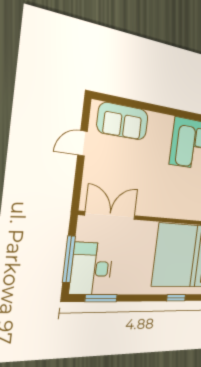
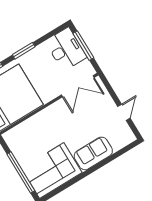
sofa: (123, 121) -> (93, 153), moved
window: (101, 298) -> (24, 51), moved

